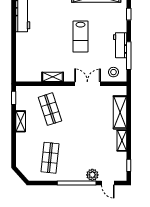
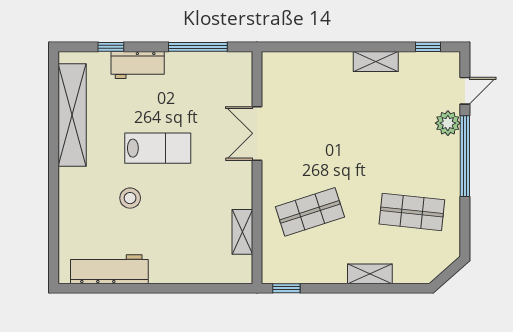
workbench: (120, 45) -> (138, 65), moved
stool: (113, 72) -> (130, 198), moved
shelving: (53, 77) -> (242, 232), moved
shelving: (120, 112) -> (317, 65), removed
shelving: (21, 121) -> (370, 274), moved

